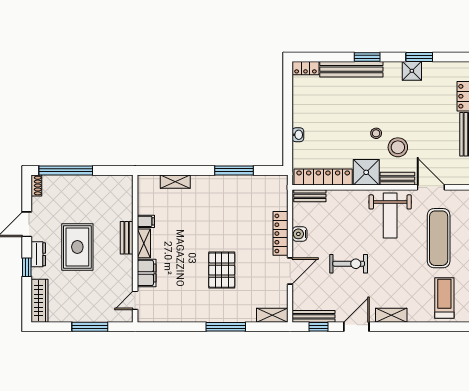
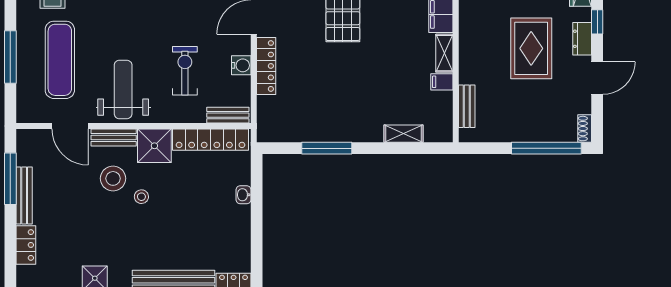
bench: (127, 238) -> (467, 106), moved
exercise bike: (349, 264) -> (185, 71), moved, turned 90

